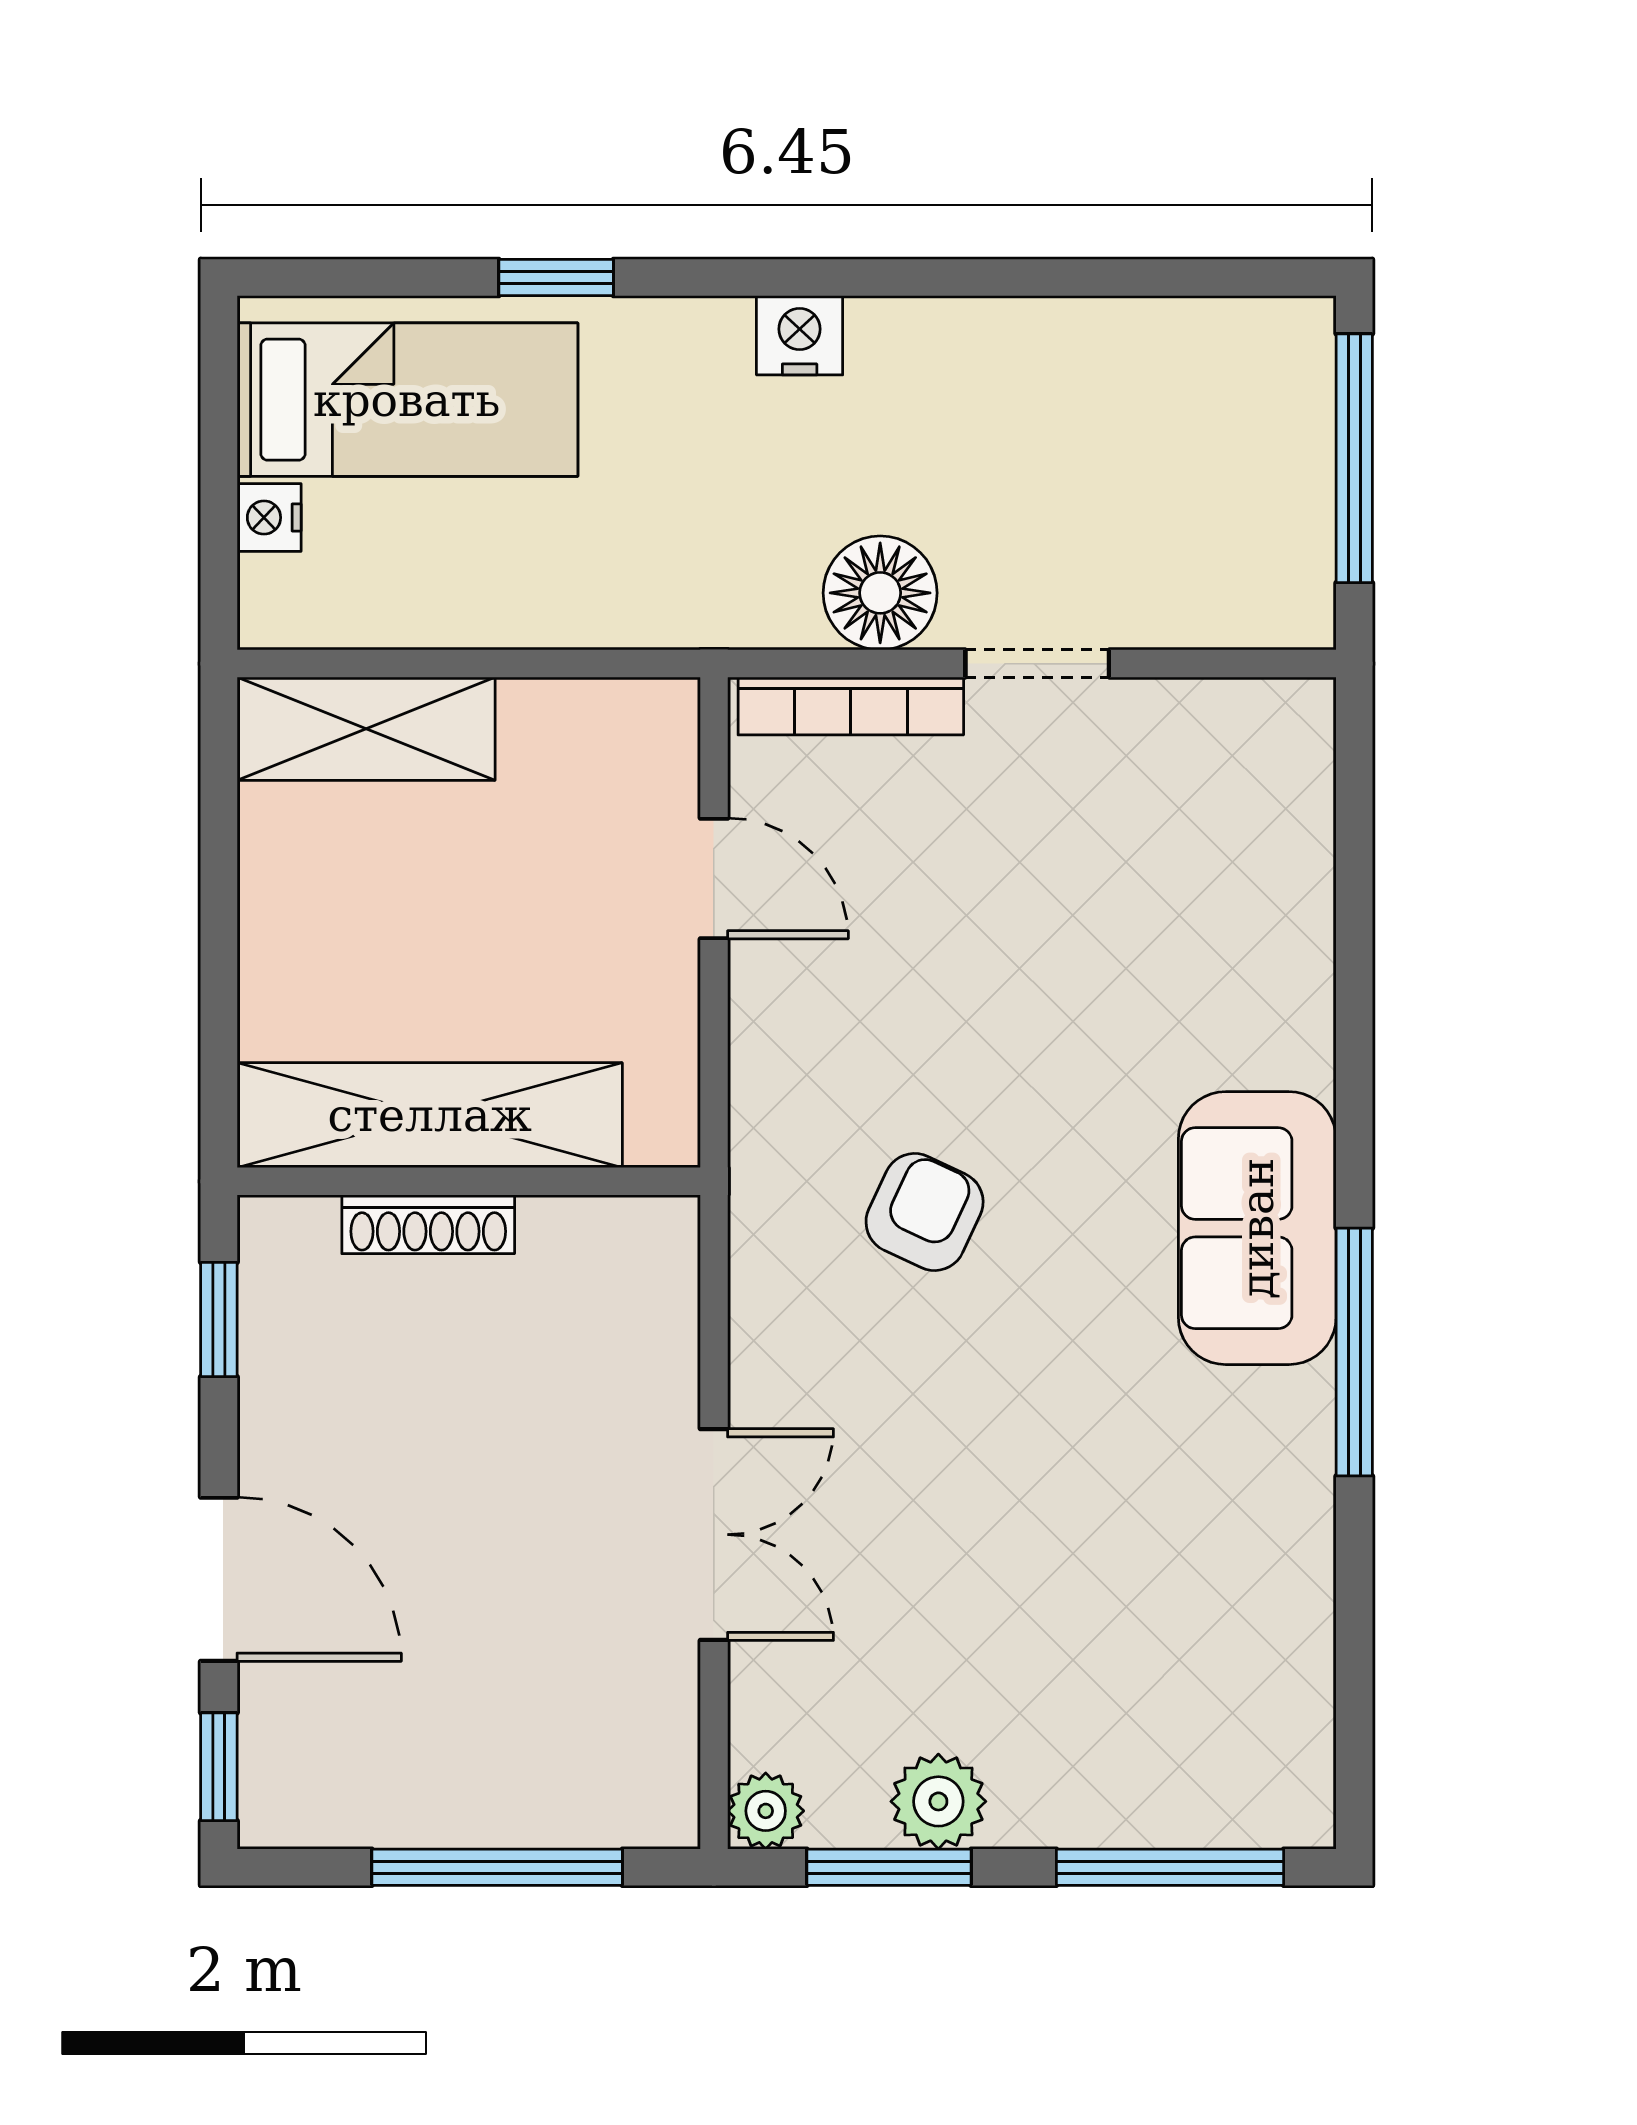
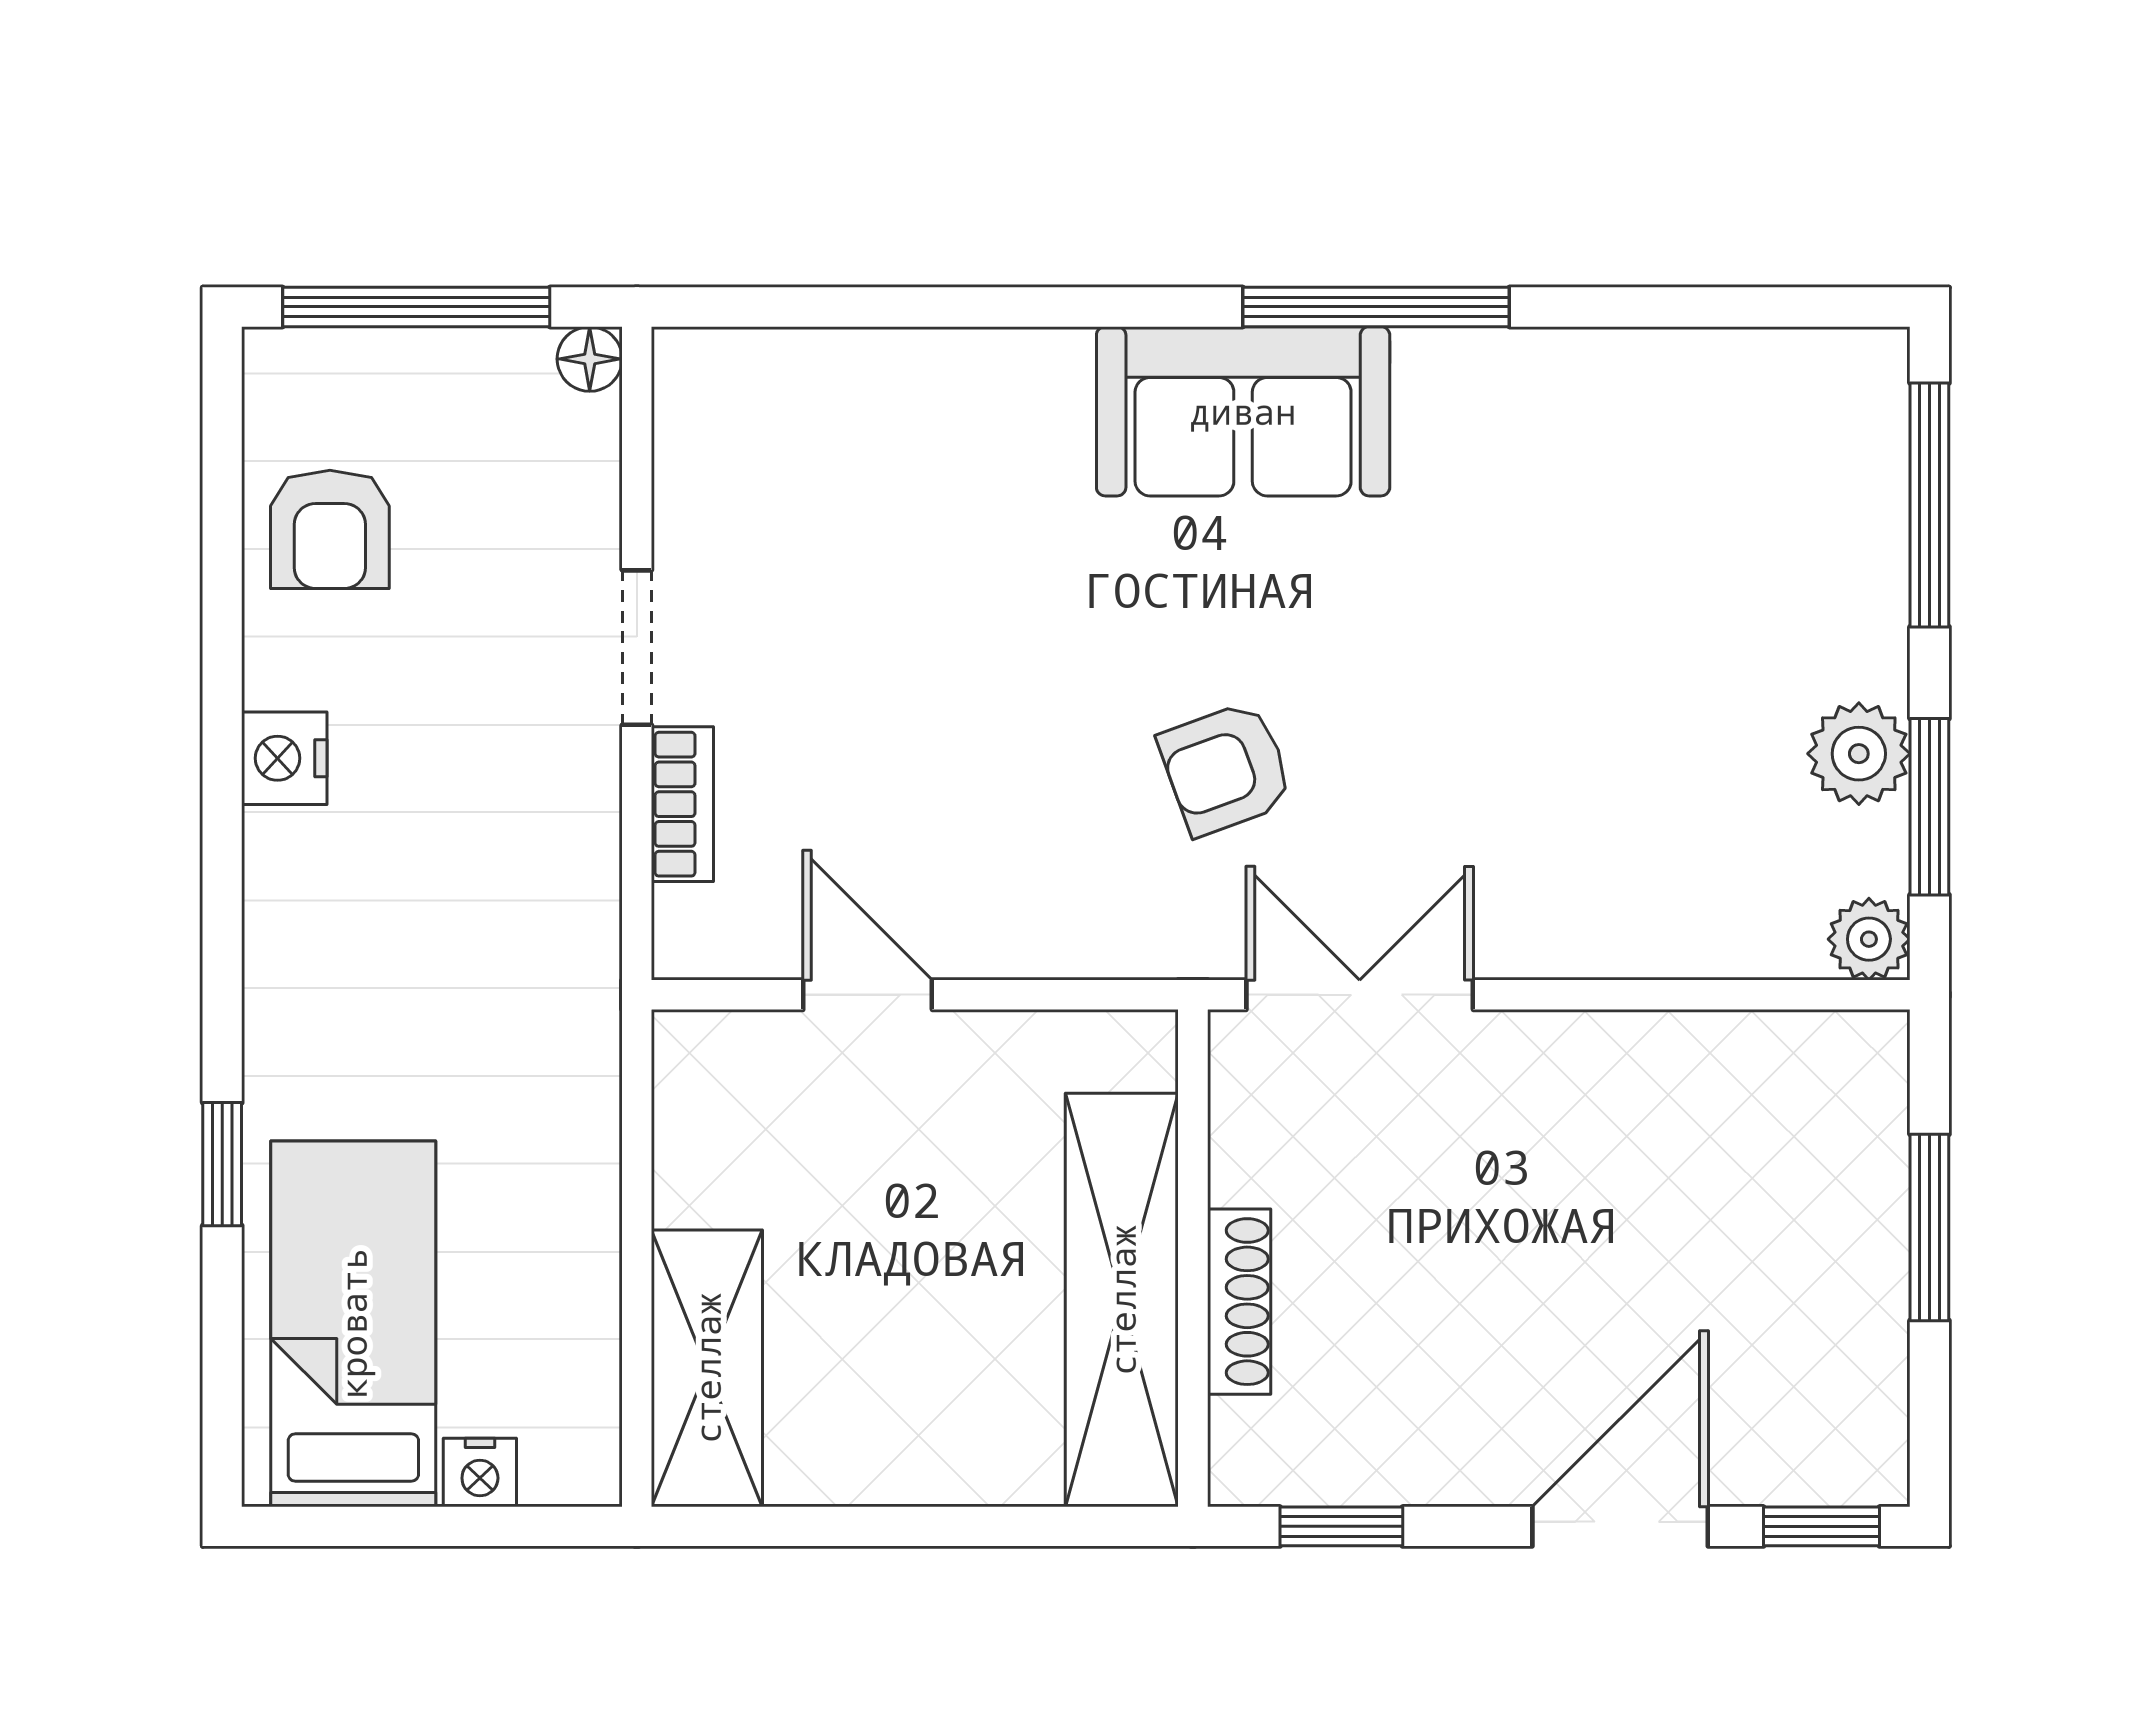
nightstand: (800, 335) -> (284, 758), moved
armchair: (1147, 378) -> (330, 529), added
floor lamp: (880, 593) -> (590, 359), moved, width x0.53, depth x0.53
bookcase: (851, 706) -> (682, 804), width x0.64
door: (714, 878) -> (868, 995), hinge flipped
armchair: (925, 1212) -> (1226, 769), turned -45
double door: (714, 1535) -> (1360, 995), moved
window: (497, 1867) -> (1929, 1227), width x0.69

